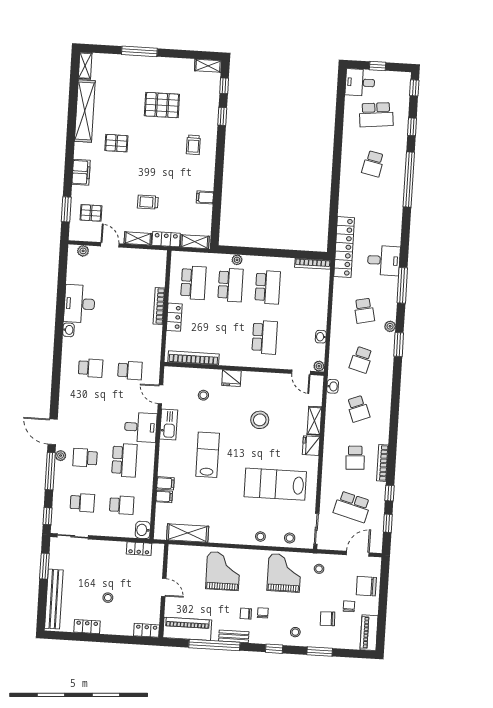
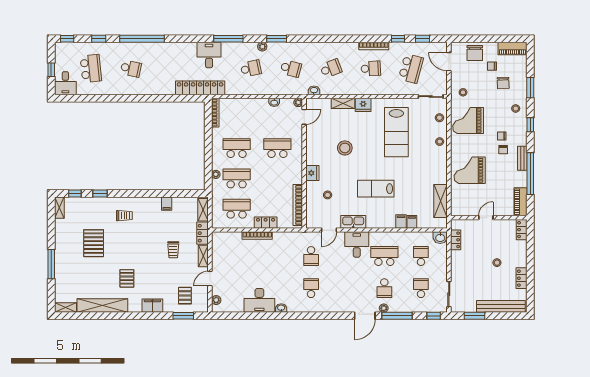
school desk: (130, 370) -> (311, 256), turned 180
piano: (187, 629) -> (520, 202), width x0.73, depth x0.75

